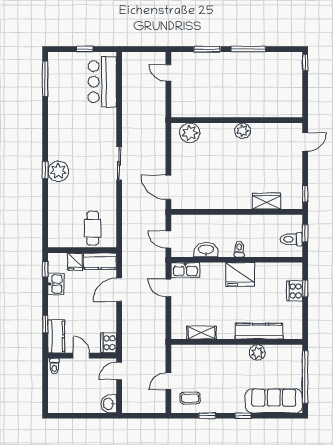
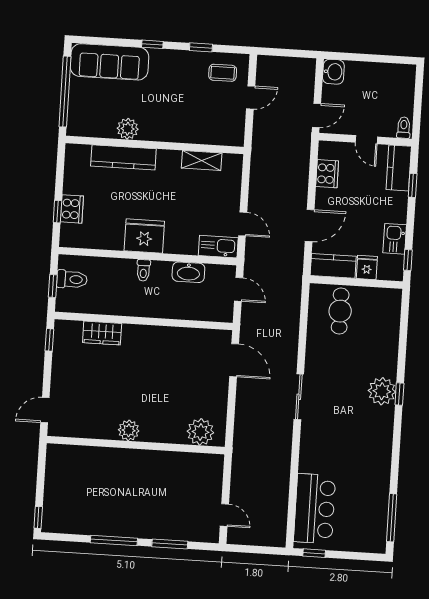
window: (85, 49) -> (314, 553), moved
cooker: (109, 343) -> (327, 174), moved

